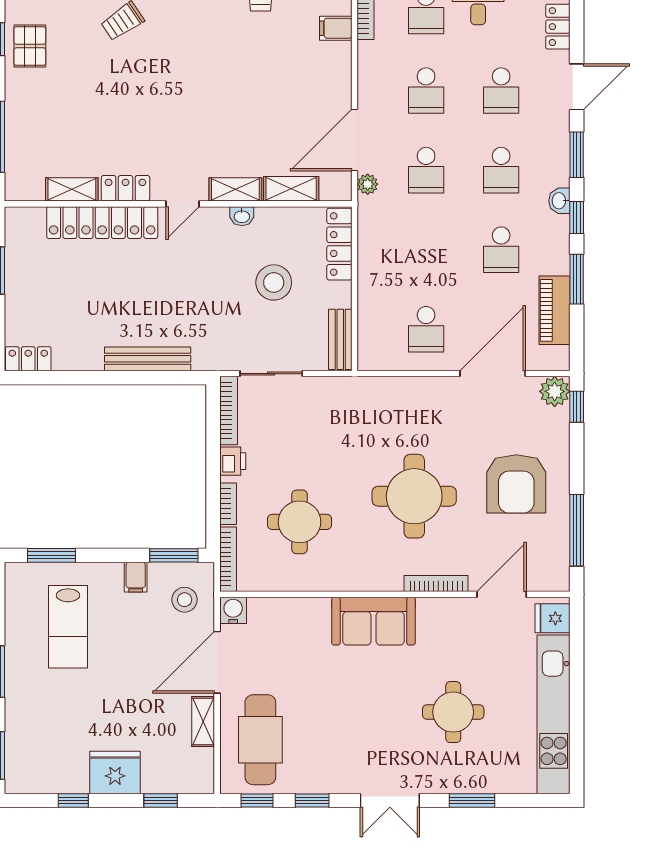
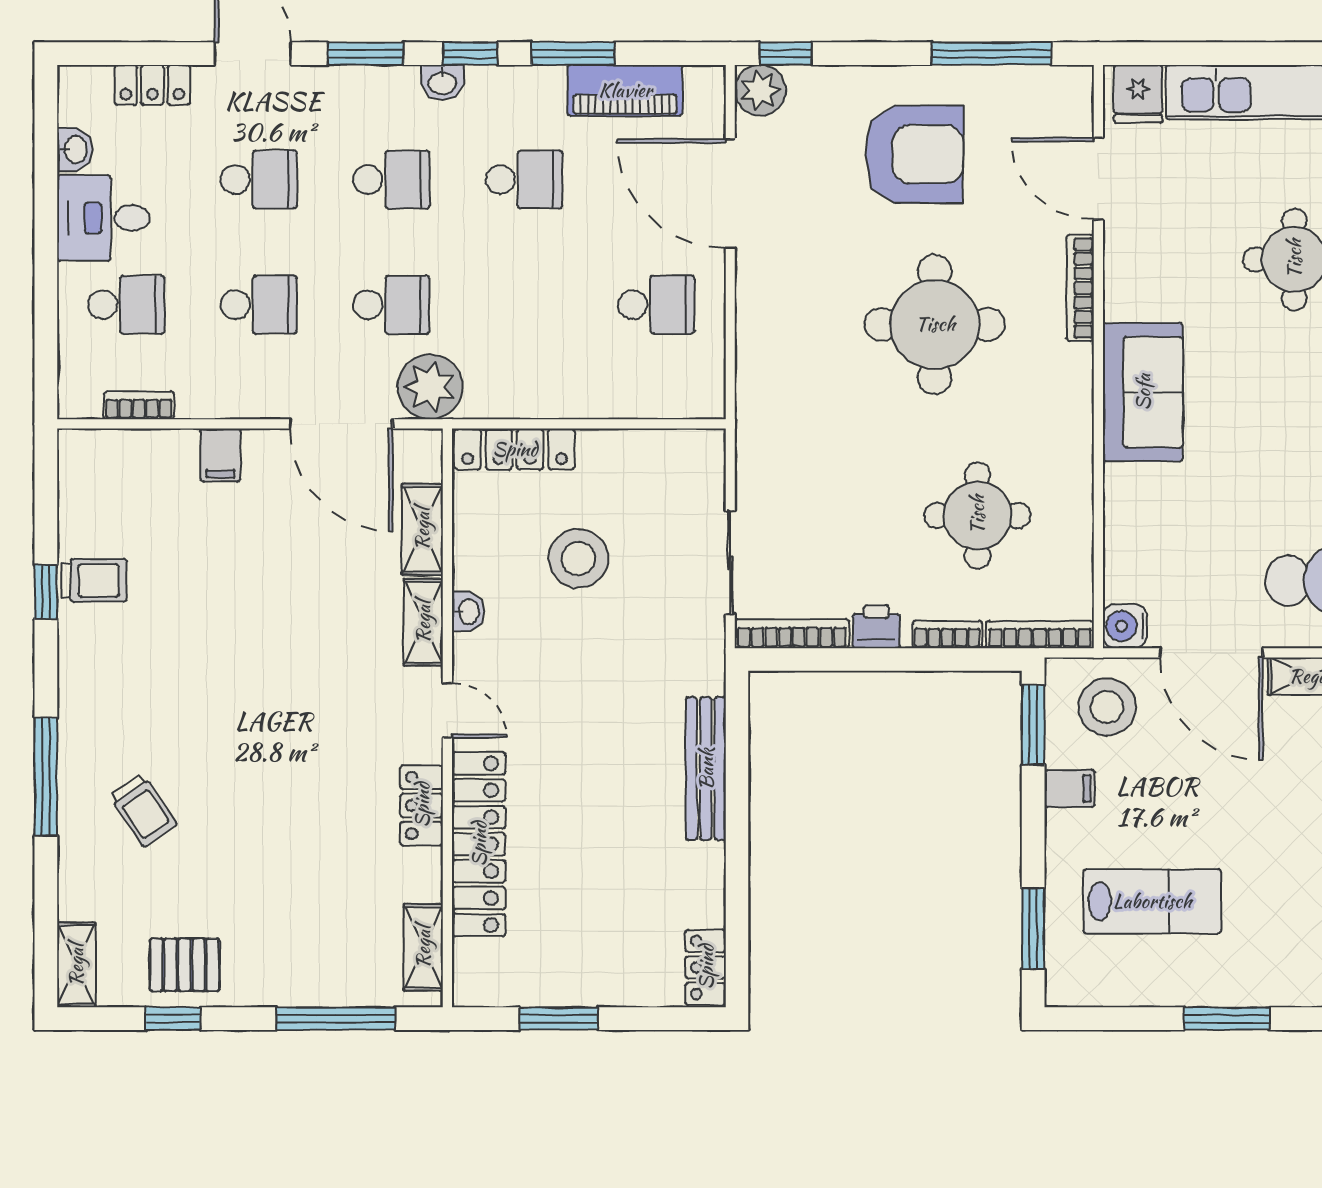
filing cabinet: (336, 28) -> (221, 455), moved
plant: (368, 184) -> (430, 387), width x1.88, depth x1.88
shelving: (72, 189) -> (423, 947), moved
bench: (340, 339) -> (673, 448), removed
stool: (185, 600) -> (1107, 707), width x1.38, depth x1.38

